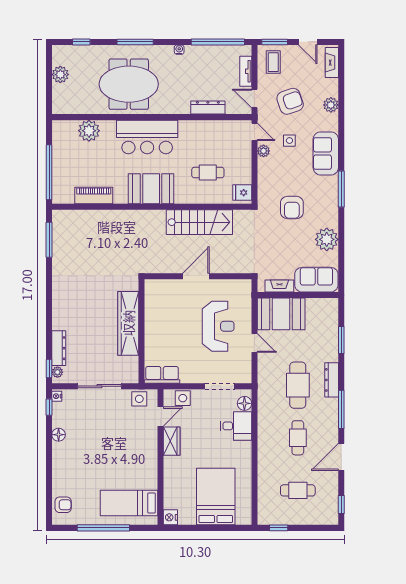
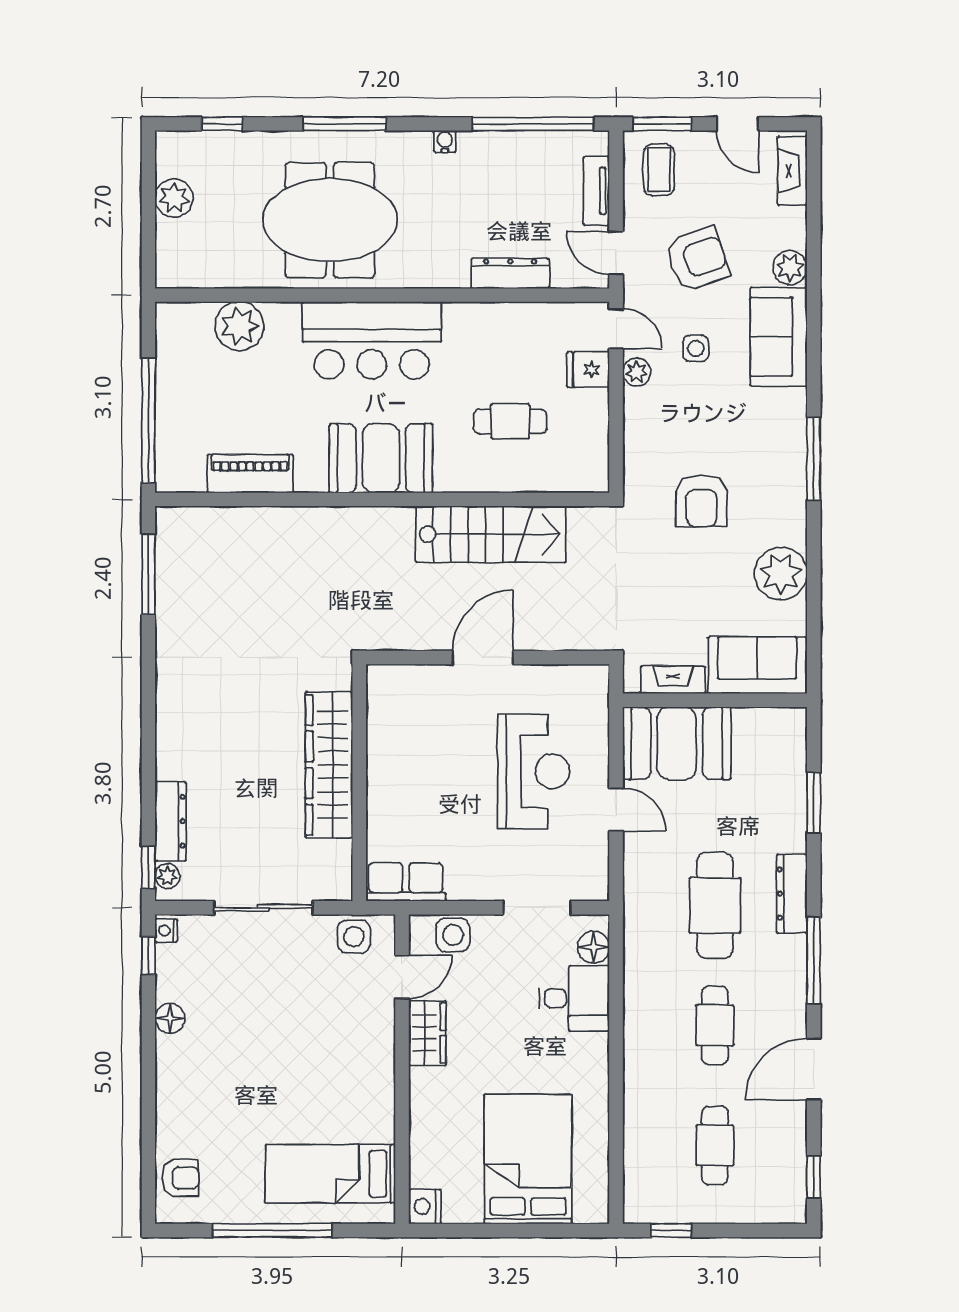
sofa: (326, 153) -> (779, 337), moved
fridge: (242, 193) -> (588, 370), moved
cafe table: (298, 490) -> (715, 1145), turned 90

